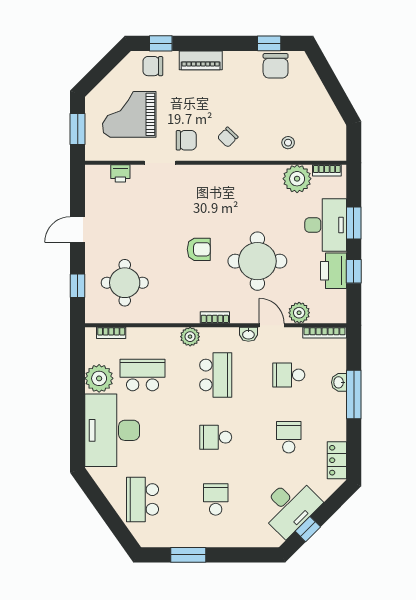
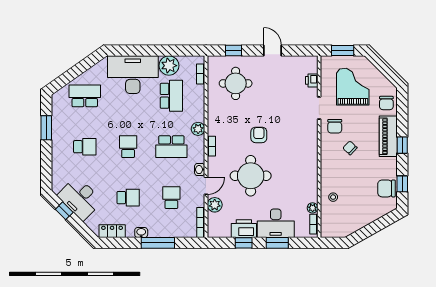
window: (161, 43) -> (402, 145), moved
piano: (201, 60) -> (388, 136), width x1.37, depth x1.33
chair: (153, 66) -> (386, 103), turned 180
chair: (228, 137) -> (350, 148), moved
plant: (297, 179) -> (313, 208), width x0.53, depth x0.53
armchair: (199, 249) -> (259, 135), turned 180
washbasin: (339, 382) -> (141, 233), moved

